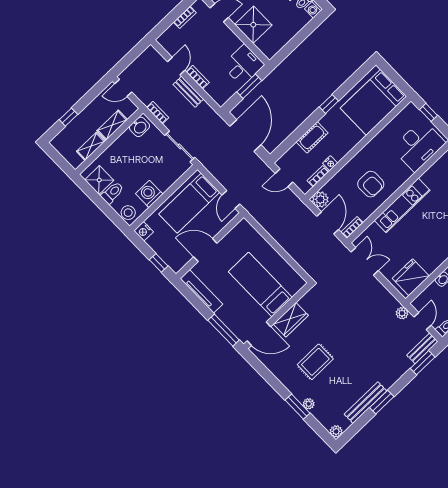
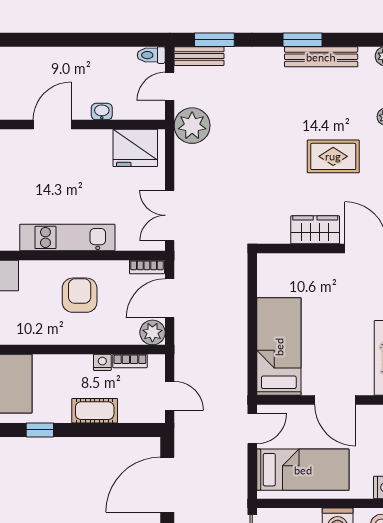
bed: (260, 285) -> (279, 347), moved, turned 180
plant: (402, 313) -> (192, 126), width x1.88, depth x1.88

